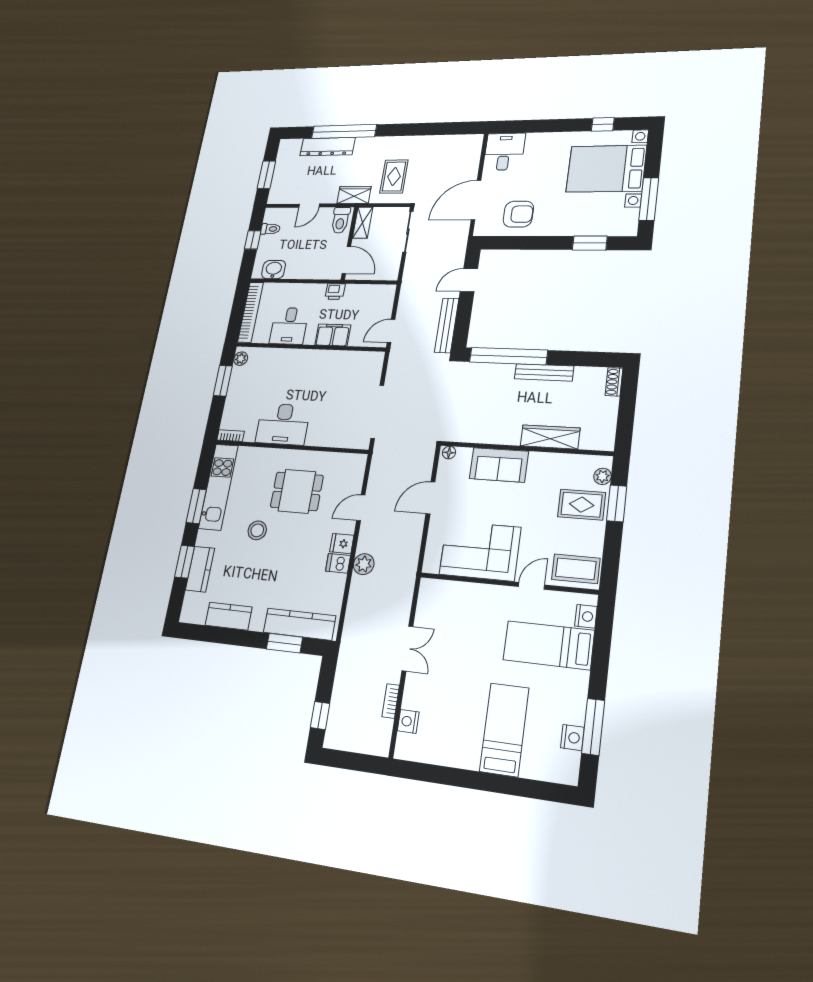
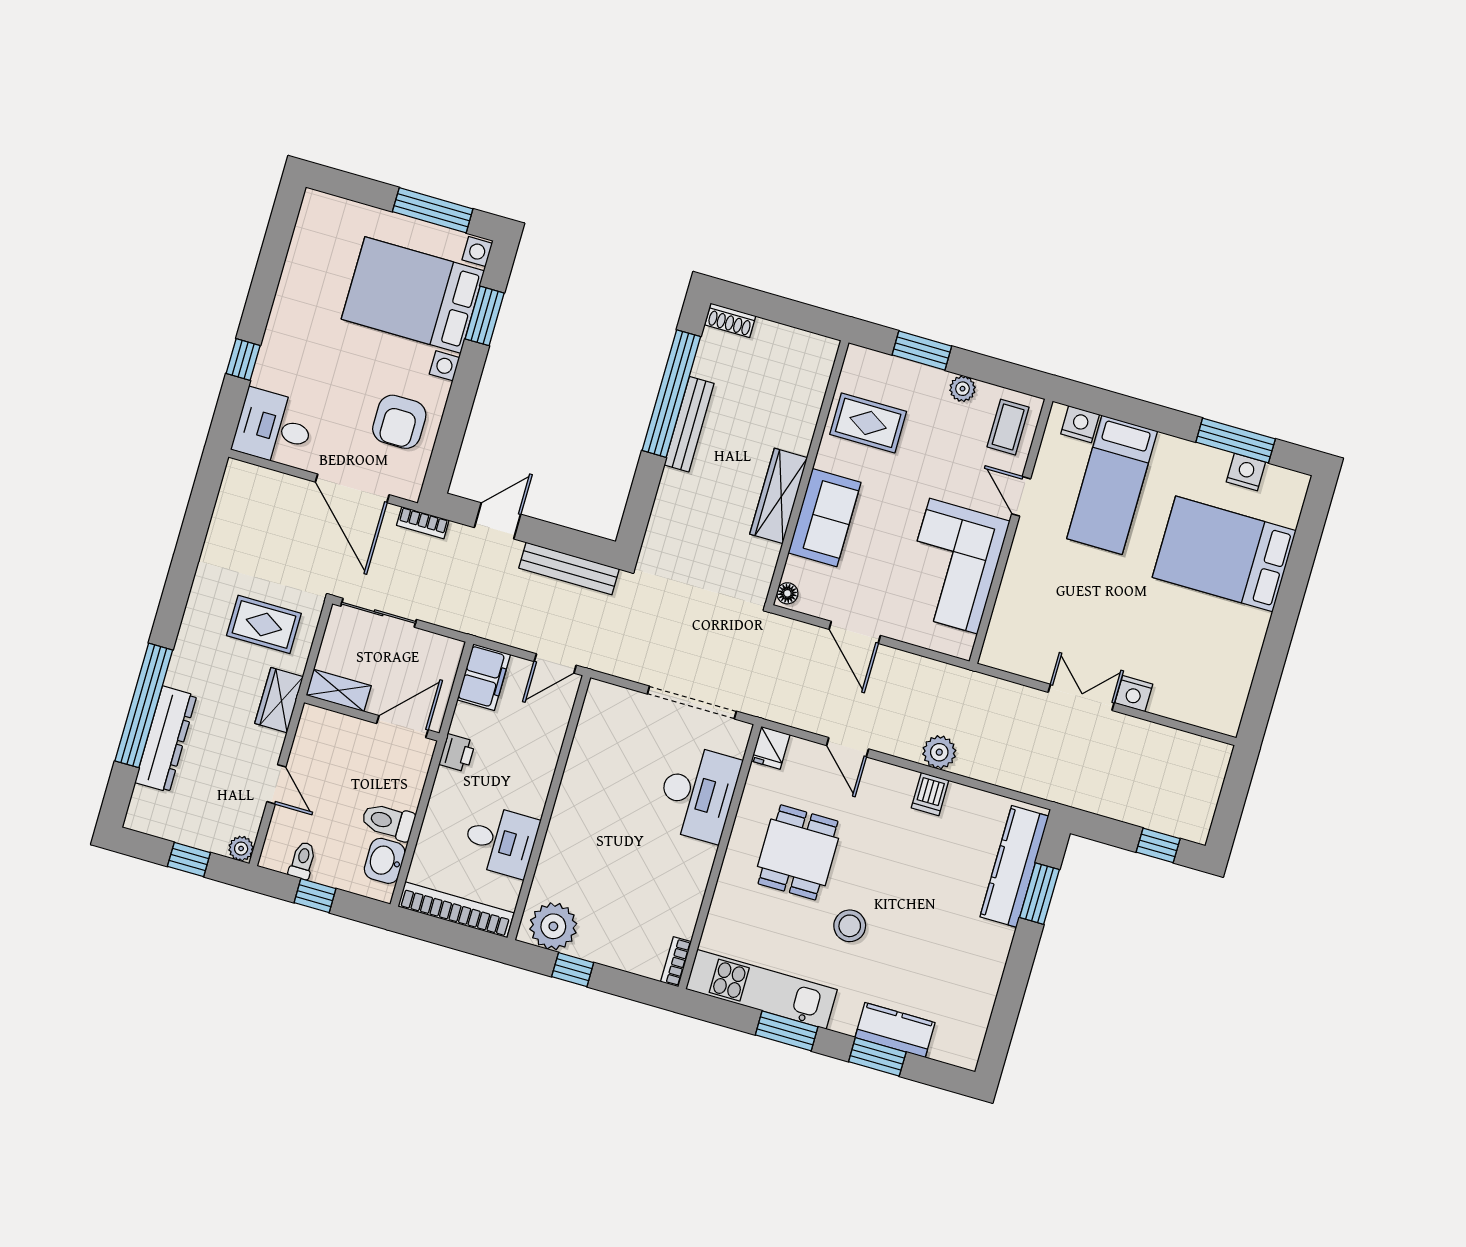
window: (603, 124) -> (243, 359), moved
bed with nightstands: (606, 169) -> (413, 295), moved, turned 90
window: (266, 175) -> (189, 860), width x0.67
plant: (274, 198) -> (241, 849), added
armchair: (518, 214) -> (399, 422), turned 180
toilet: (340, 220) -> (388, 821), moved, turned 180
door: (469, 280) -> (497, 521), swing flipped
door: (391, 331) -> (555, 663), hinge flipped
filing cabinet: (333, 335) -> (484, 677), moved, turned 180
window: (508, 356) -> (671, 394), moved
plant: (241, 359) -> (553, 926), width x1.88, depth x1.88
window: (223, 381) -> (573, 970), width x0.67
desk: (283, 424) -> (698, 793), moved
wardrobe: (550, 437) -> (779, 496), moved
plant: (602, 476) -> (963, 389), moved
rug: (582, 505) -> (868, 423), moved, turned 90
fridge: (342, 544) -> (771, 748), moved
coffee table: (576, 569) -> (1008, 427), width x0.73, depth x0.77
kitchen counter: (229, 616) -> (981, 985), removed
bookcase: (391, 701) -> (423, 523), moved
nightstand: (408, 721) -> (1134, 694), moved
bed: (504, 729) -> (1224, 554), width x1.50

